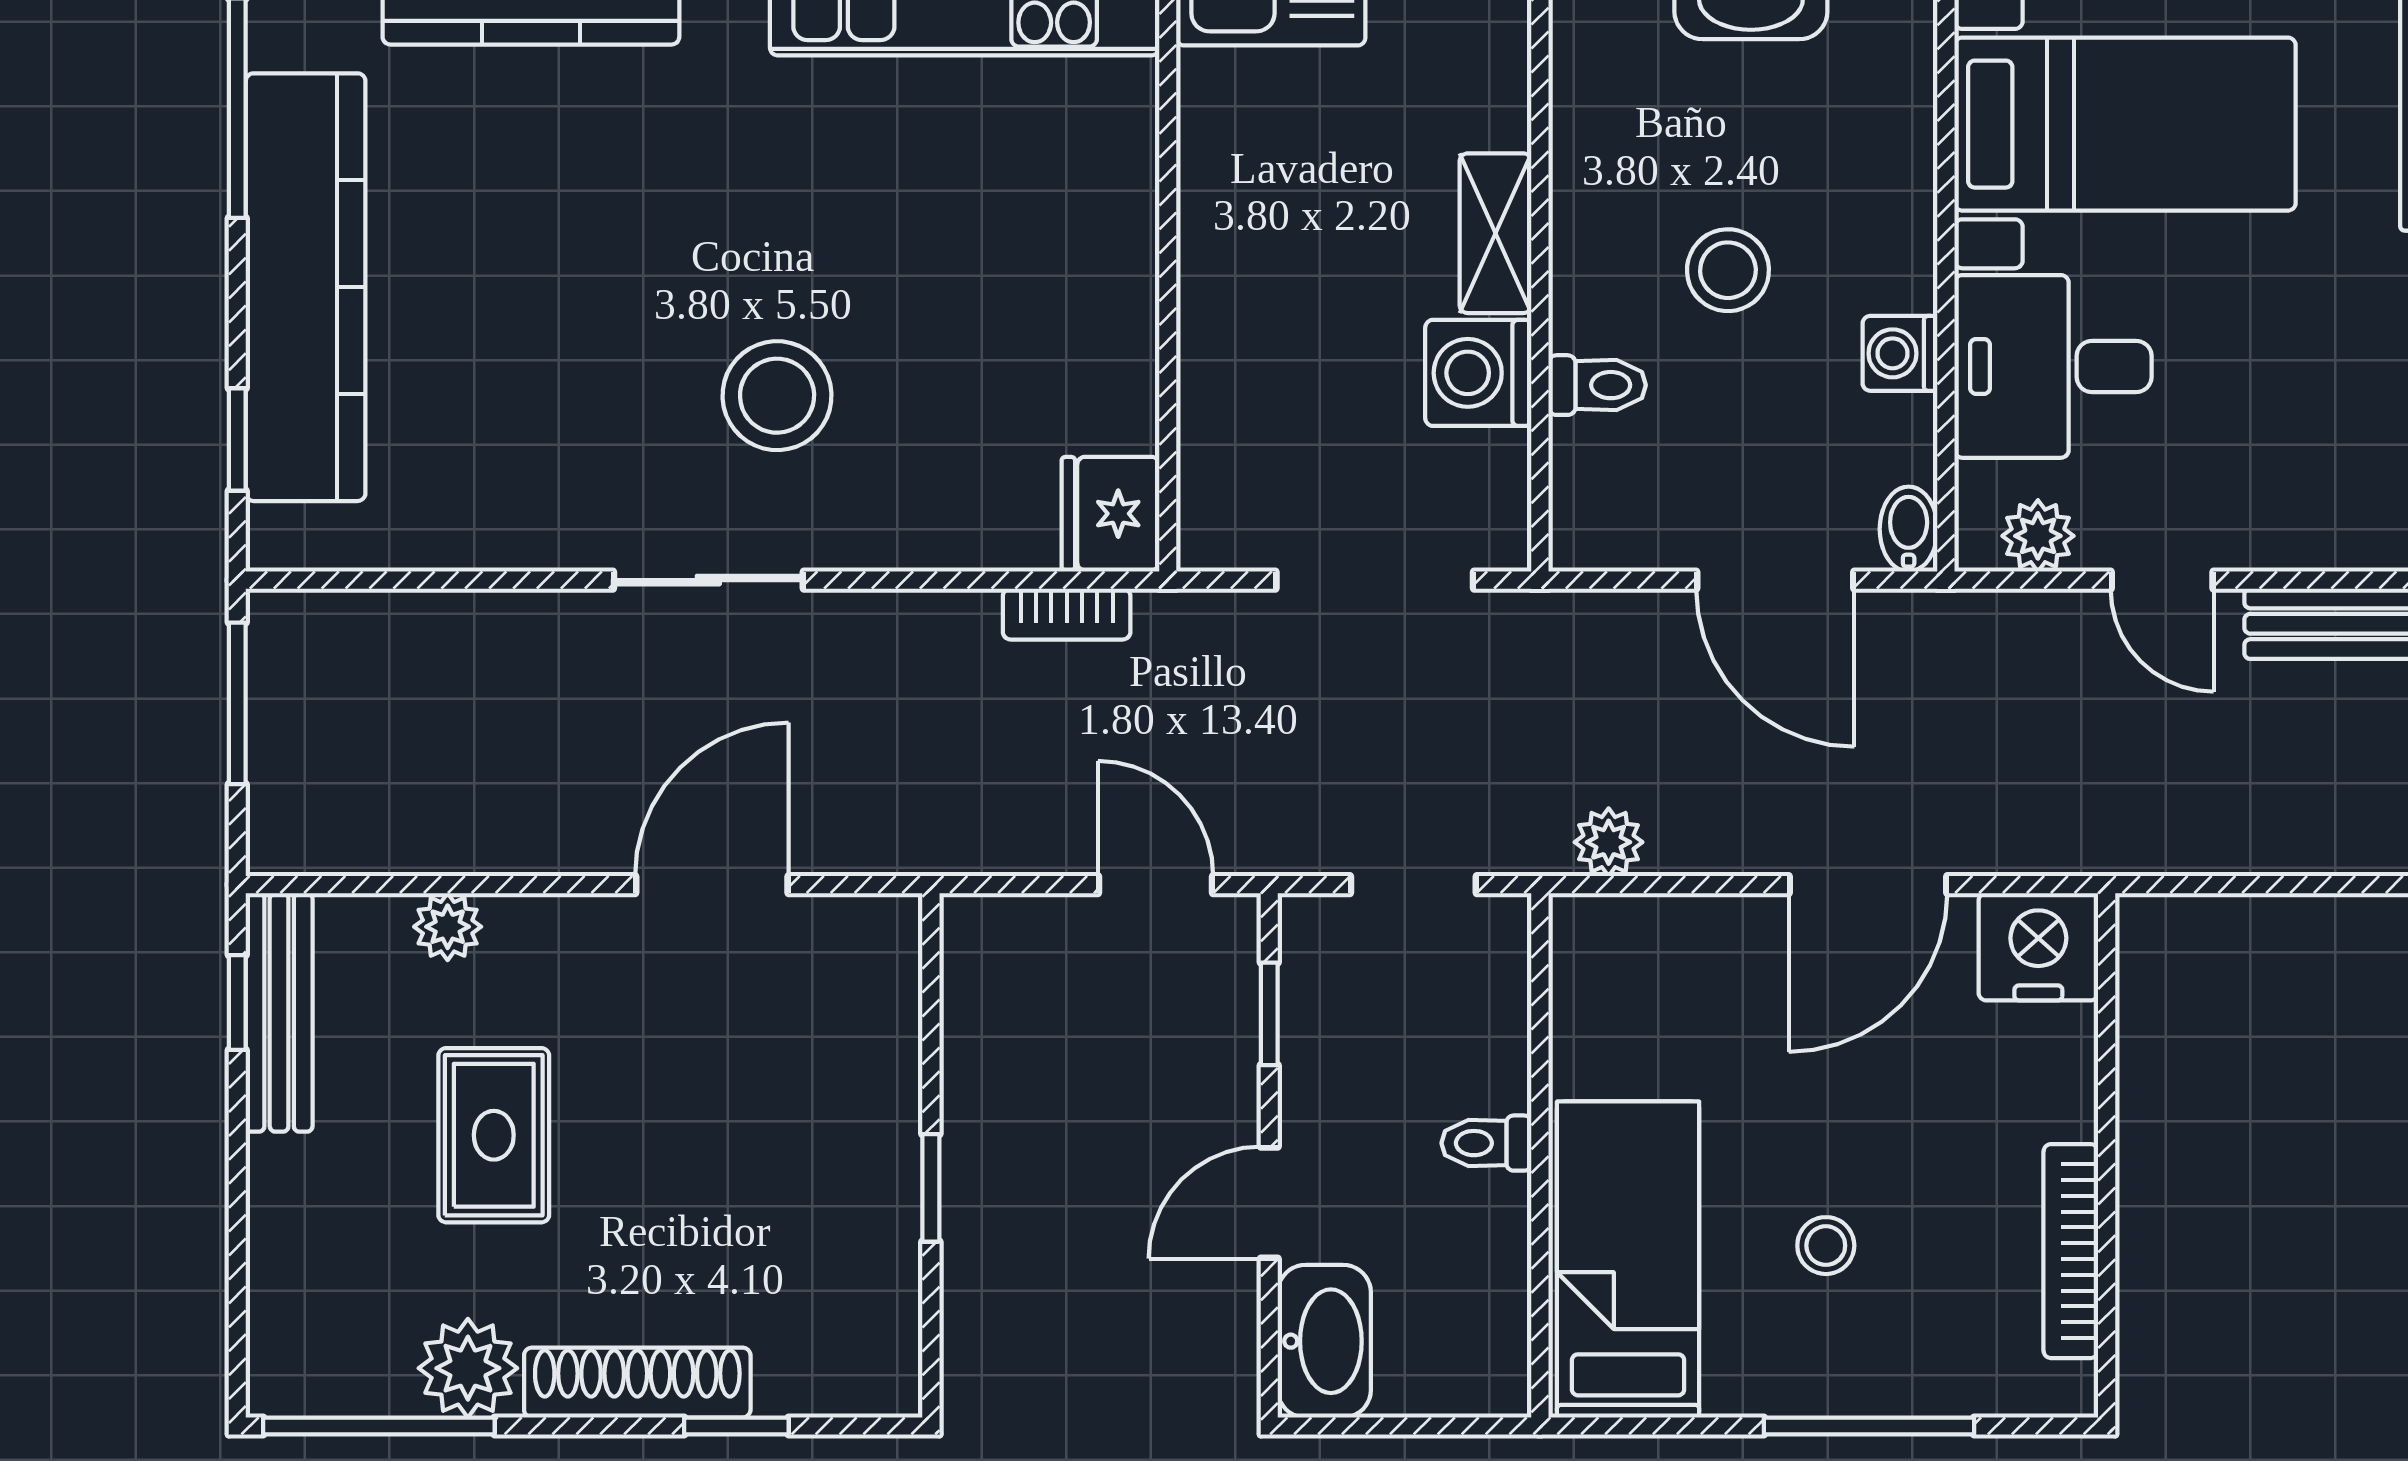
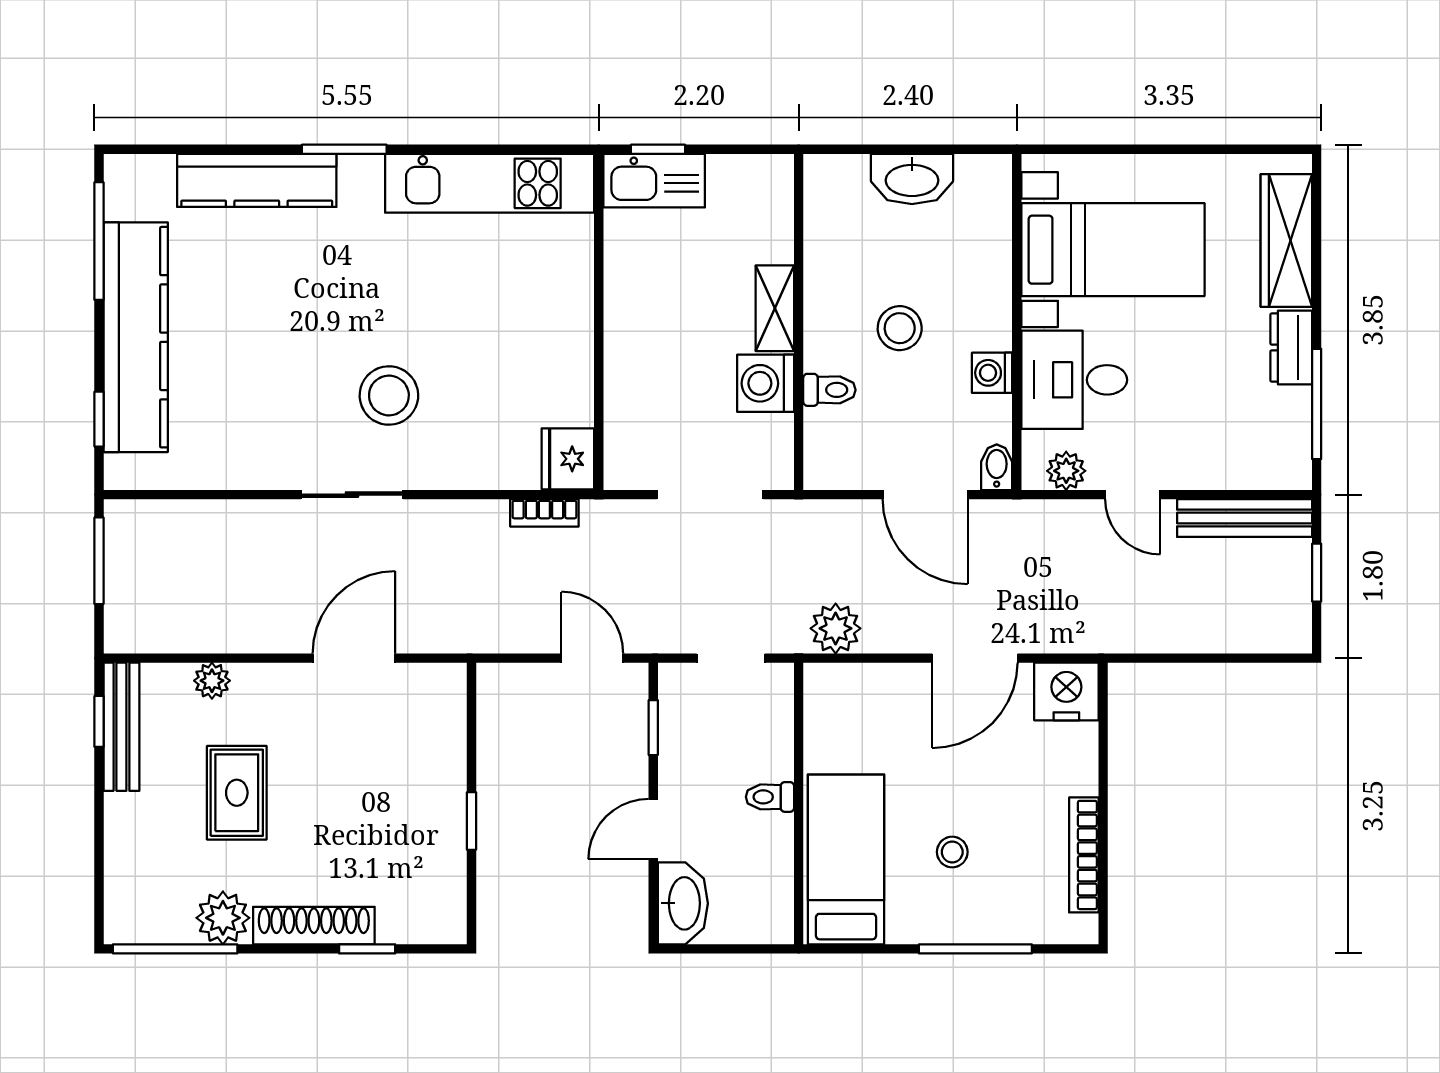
plant: (1609, 842) -> (836, 628), width x1.38, depth x1.38

